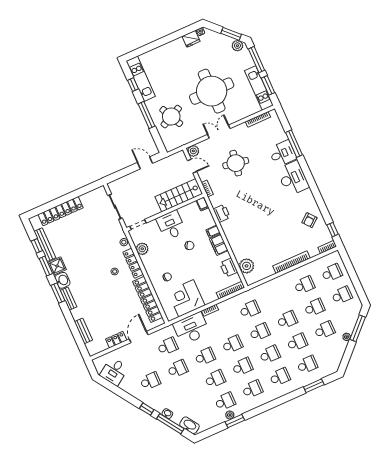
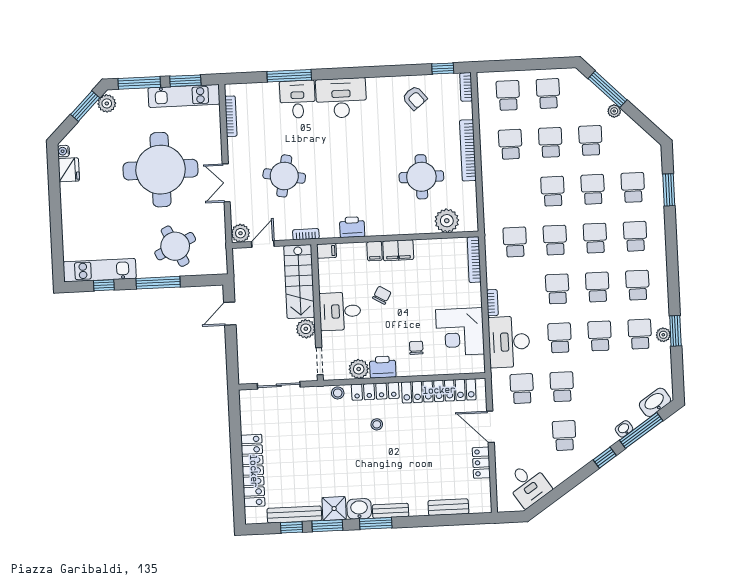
plant: (153, 210) -> (306, 329), added
round table: (266, 242) -> (421, 177), added
printer: (229, 268) -> (383, 367), moved, turned 180

